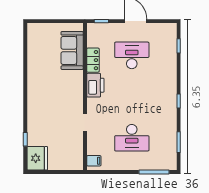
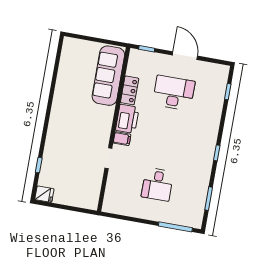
sofa: (72, 50) -> (108, 76), width x1.36
desk: (132, 138) -> (157, 184), width x0.73
fridge: (37, 158) -> (44, 194), width x0.53, depth x0.75
filing cabinet: (94, 161) -> (122, 139), moved

